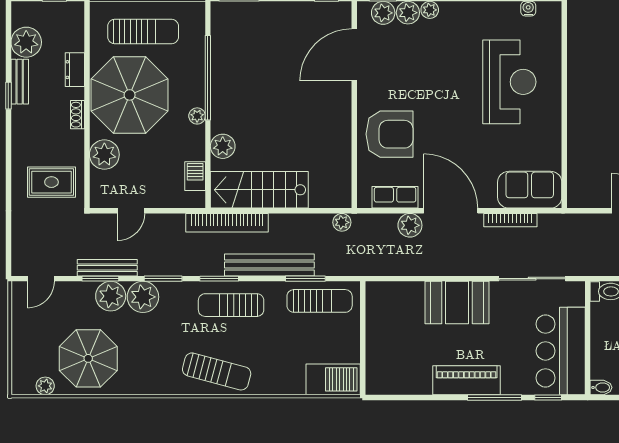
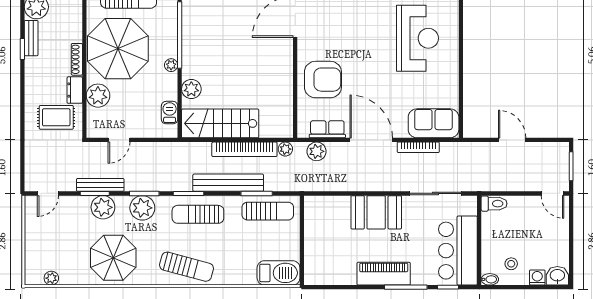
dresser: (75, 70) -> (75, 90), moved
shoe rack: (78, 115) -> (77, 59), width x1.43
bookcase: (227, 223) -> (244, 149), moved
plant: (410, 225) -> (317, 151), moved
plant: (143, 297) -> (142, 208), moved
parasol: (88, 358) -> (113, 258), moved

